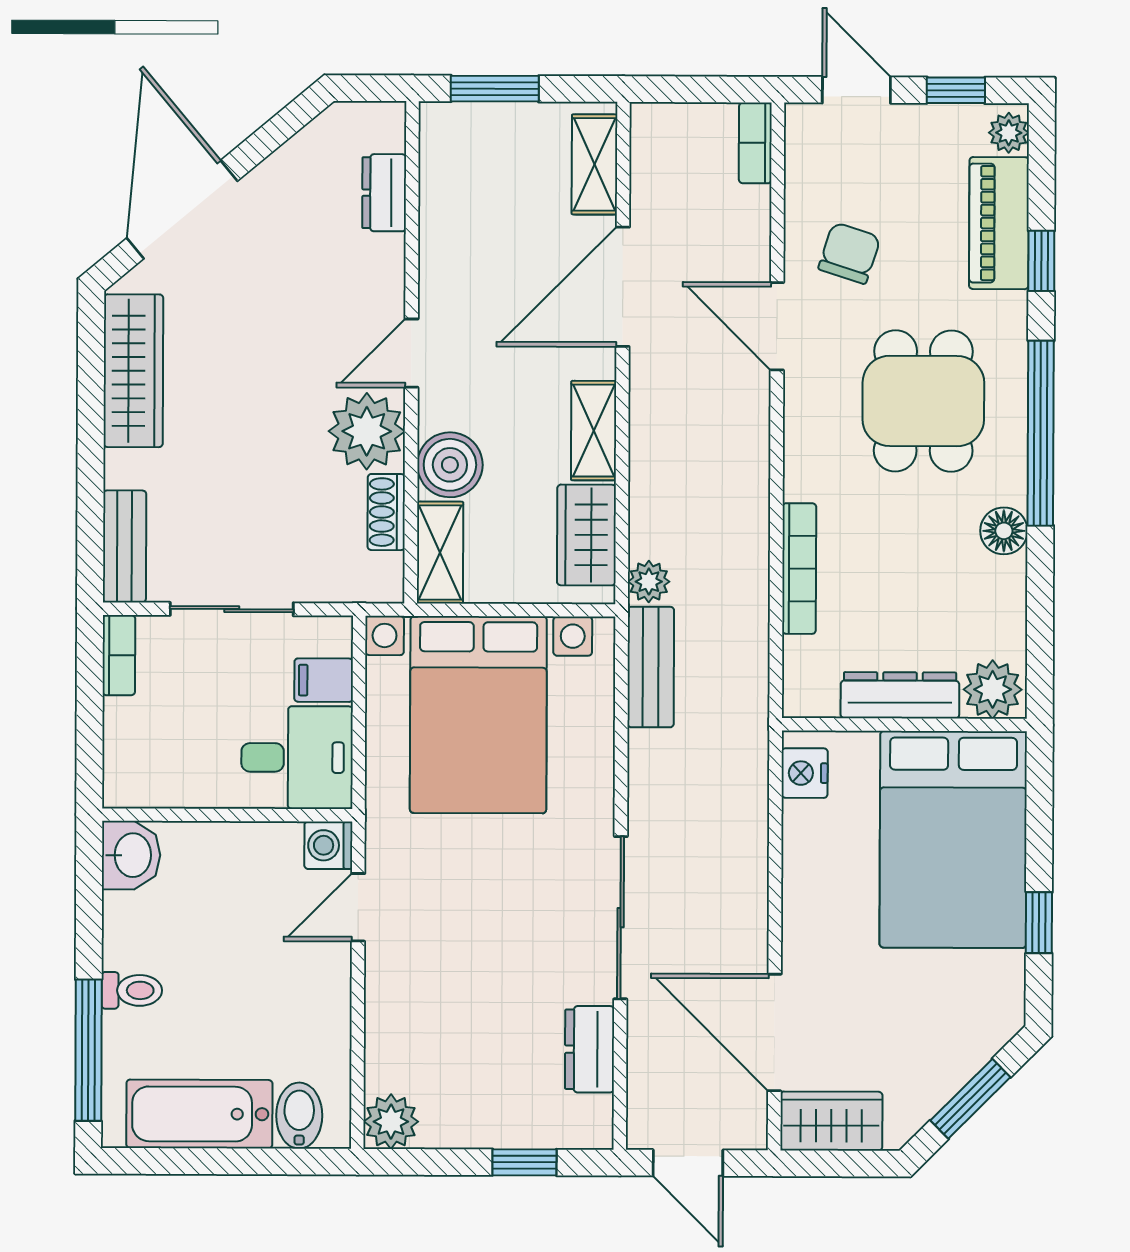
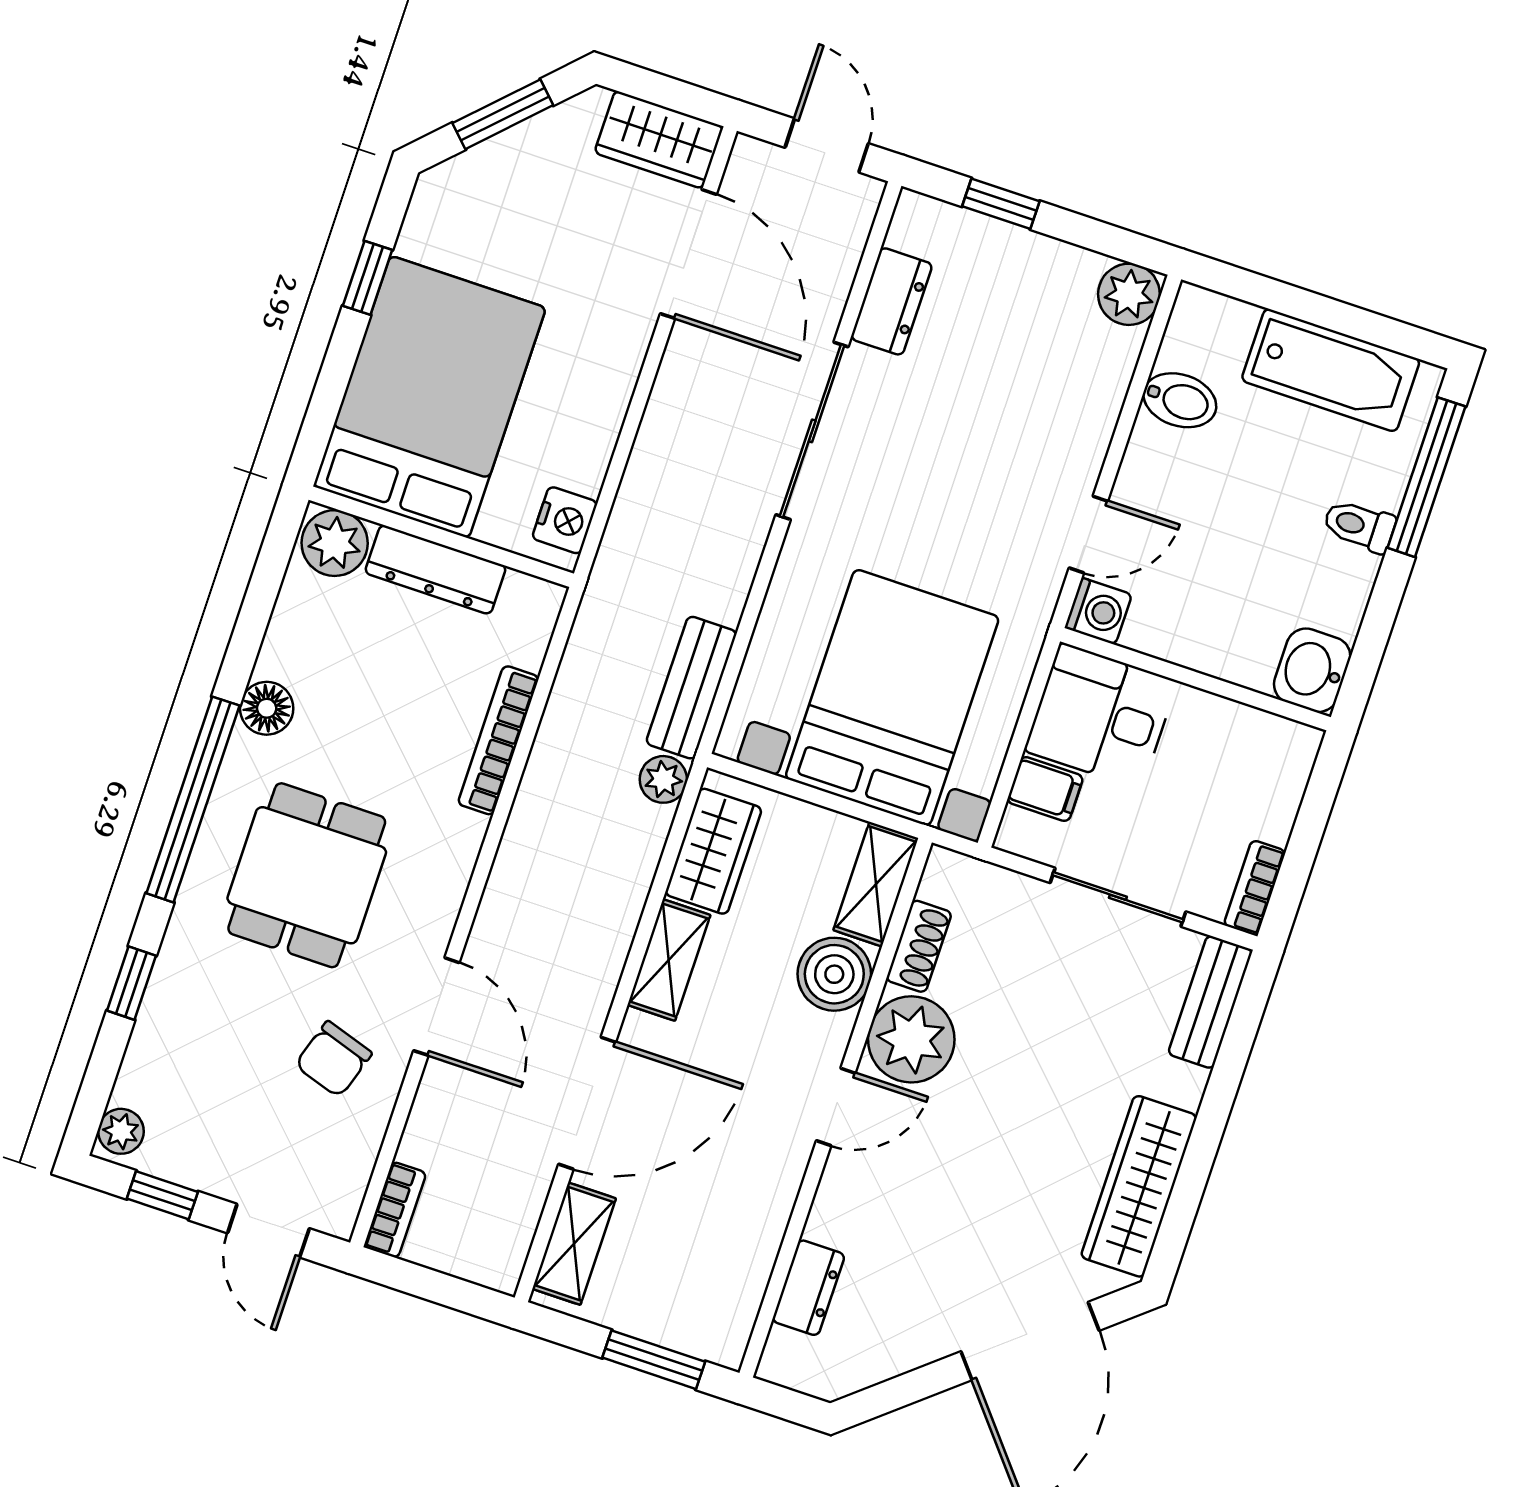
piano: (999, 223) -> (163, 1038), removed
bidet: (299, 1116) -> (1180, 400), moved, turned -90

